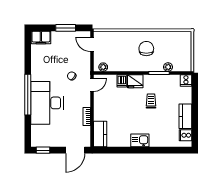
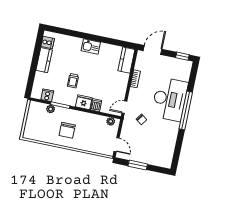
filing cabinet: (41, 37) -> (162, 161), removed
cooker: (186, 81) -> (47, 95), moved

